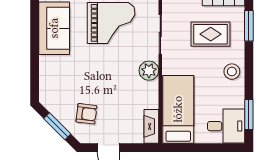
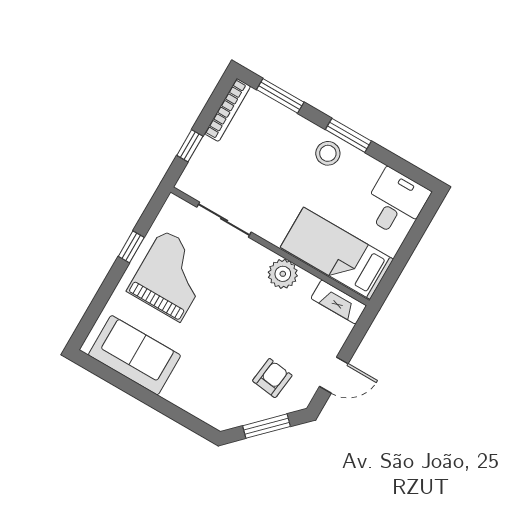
rug: (211, 34) -> (262, 153), removed
plant: (149, 71) -> (283, 274), moved
window: (249, 114) -> (348, 135), moved

